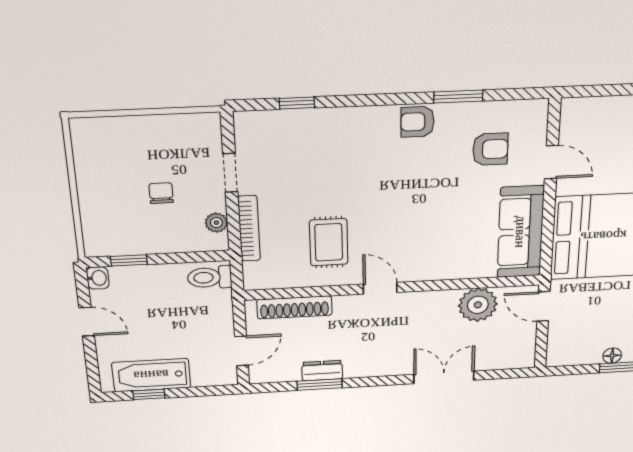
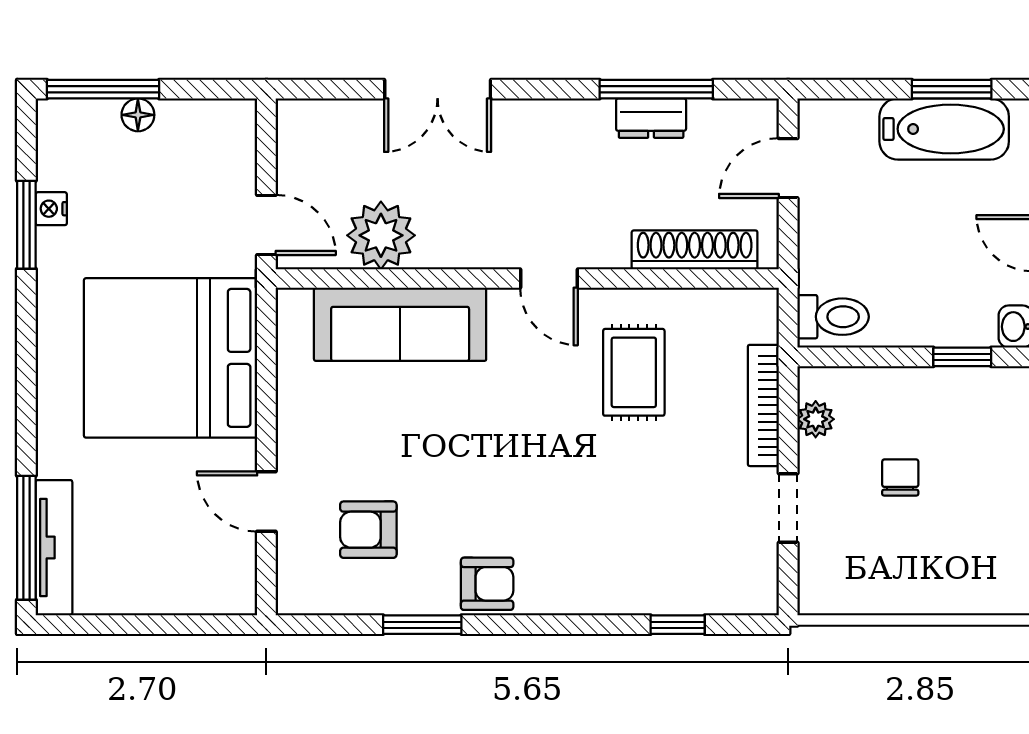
chair: (161, 193) -> (900, 477), turned 180
sofa: (521, 232) -> (400, 324), moved, turned 90
window: (320, 385) -> (656, 89), width x1.44
window: (149, 394) -> (952, 89), width x1.50

